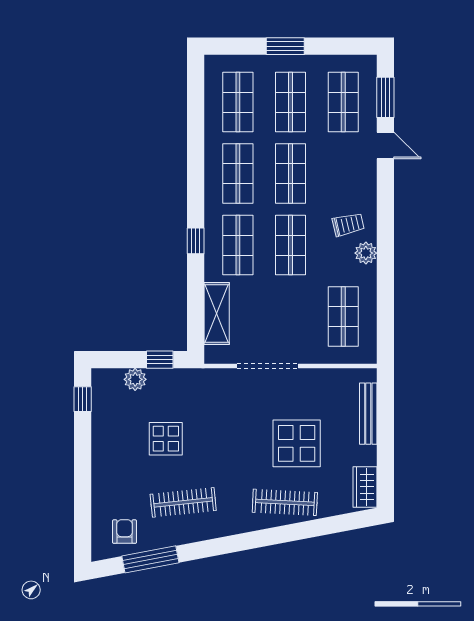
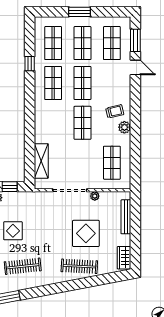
window: (196, 241) -> (30, 64), moved
shop shelf: (238, 245) -> (53, 123), removed
plant: (312, 376) -> (95, 196), added

